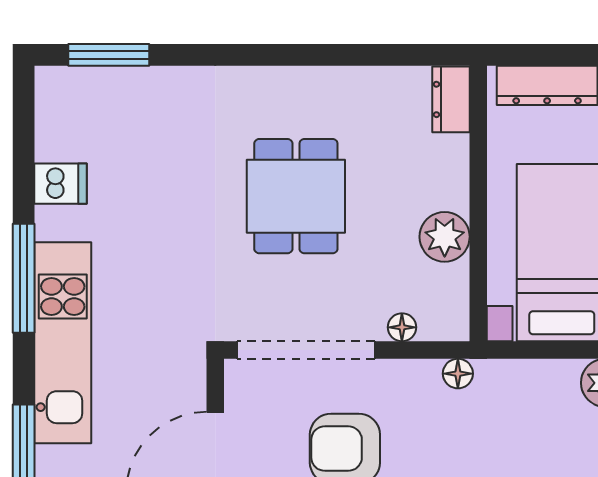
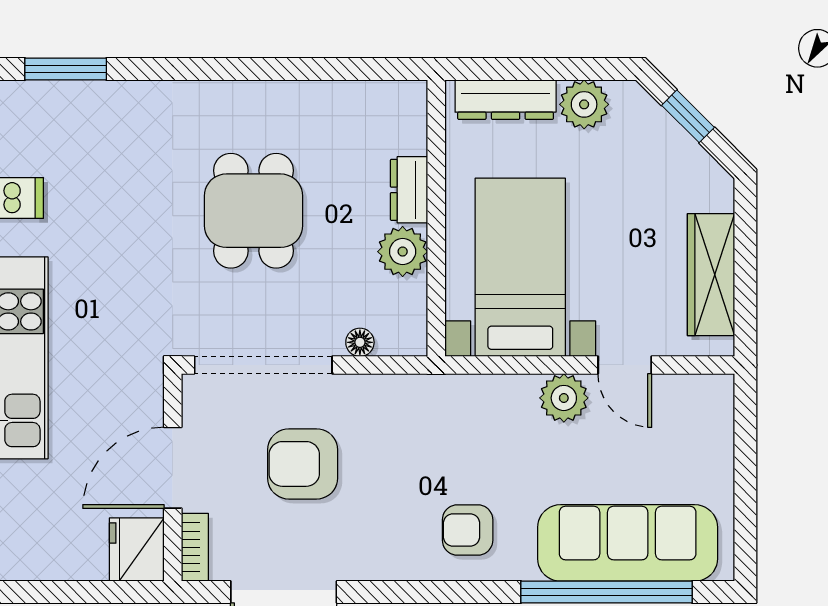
dresser: (451, 99) -> (409, 190), moved
floor lamp: (458, 374) -> (416, 389), removed

